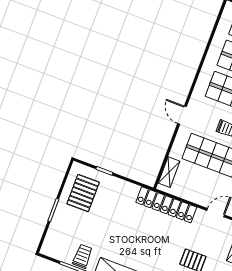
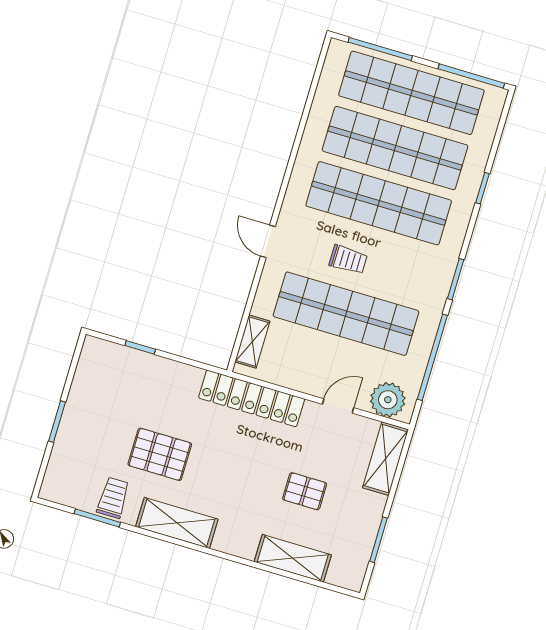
pallet: (83, 193) -> (160, 454), moved, turned 90

